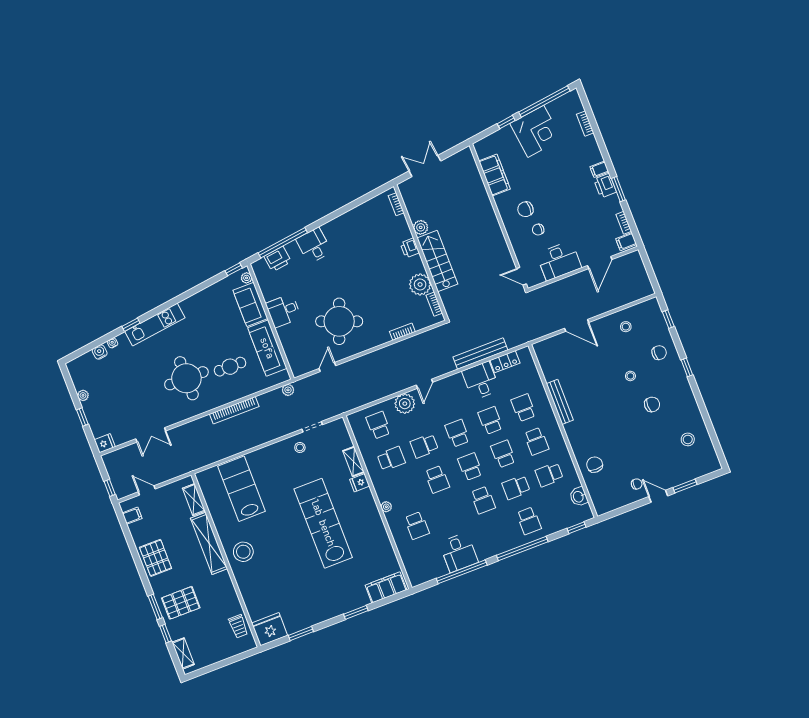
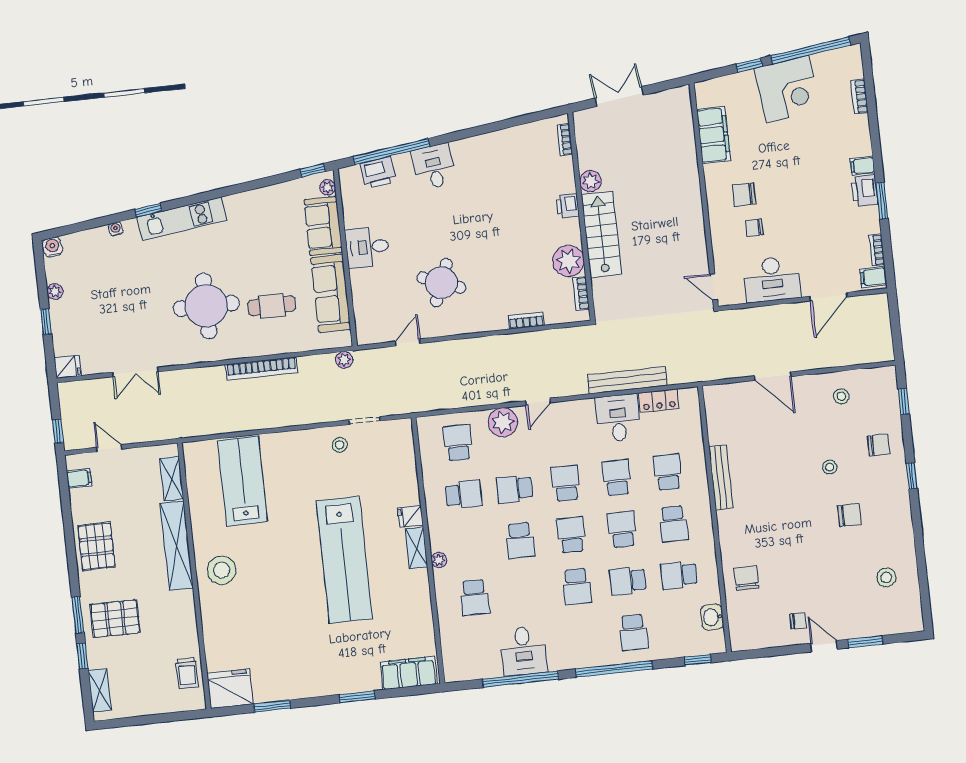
round table: (339, 321) -> (441, 283), width x0.73, depth x0.73
water cooler: (100, 352) -> (53, 247), moved
shelving: (354, 462) -> (417, 548), moved
lab bench: (323, 523) -> (344, 560), turned 180

